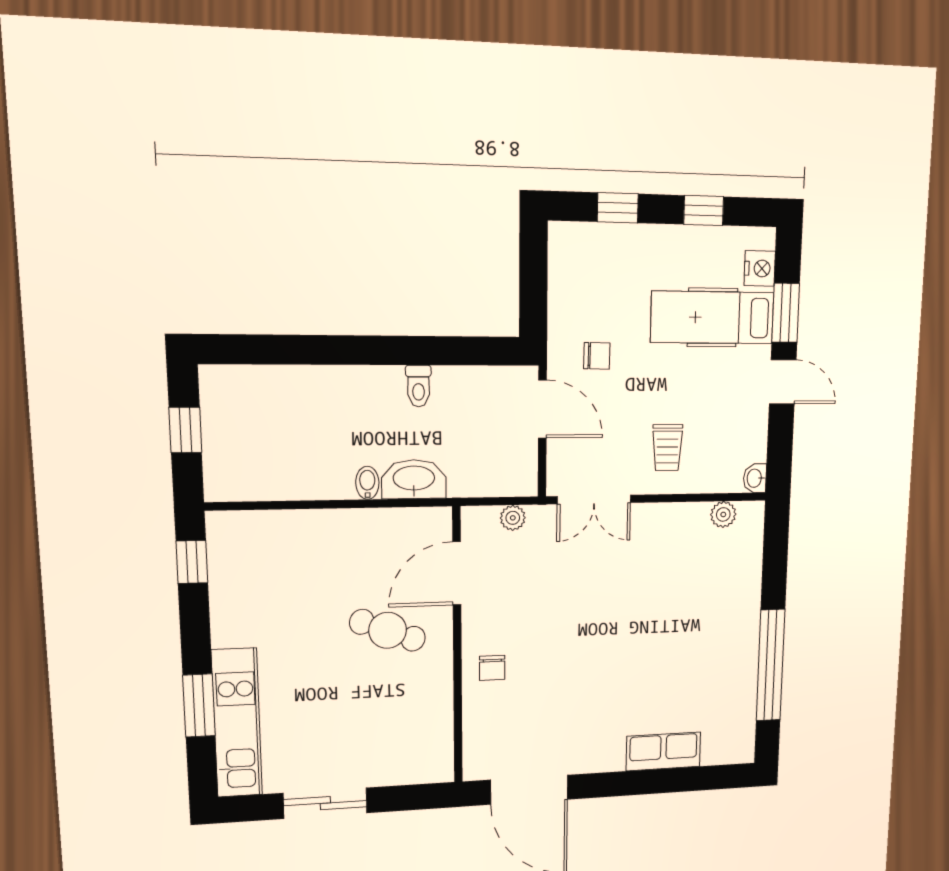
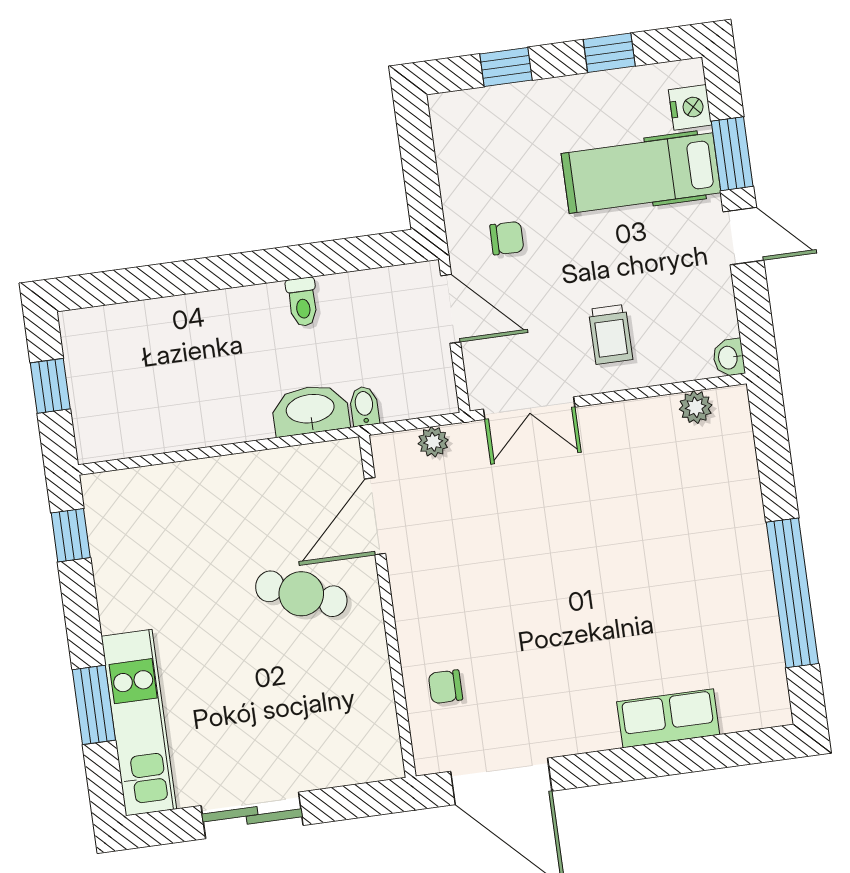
bidet: (367, 483) -> (364, 406), moved
chair: (492, 668) -> (445, 687), moved, turned 90

